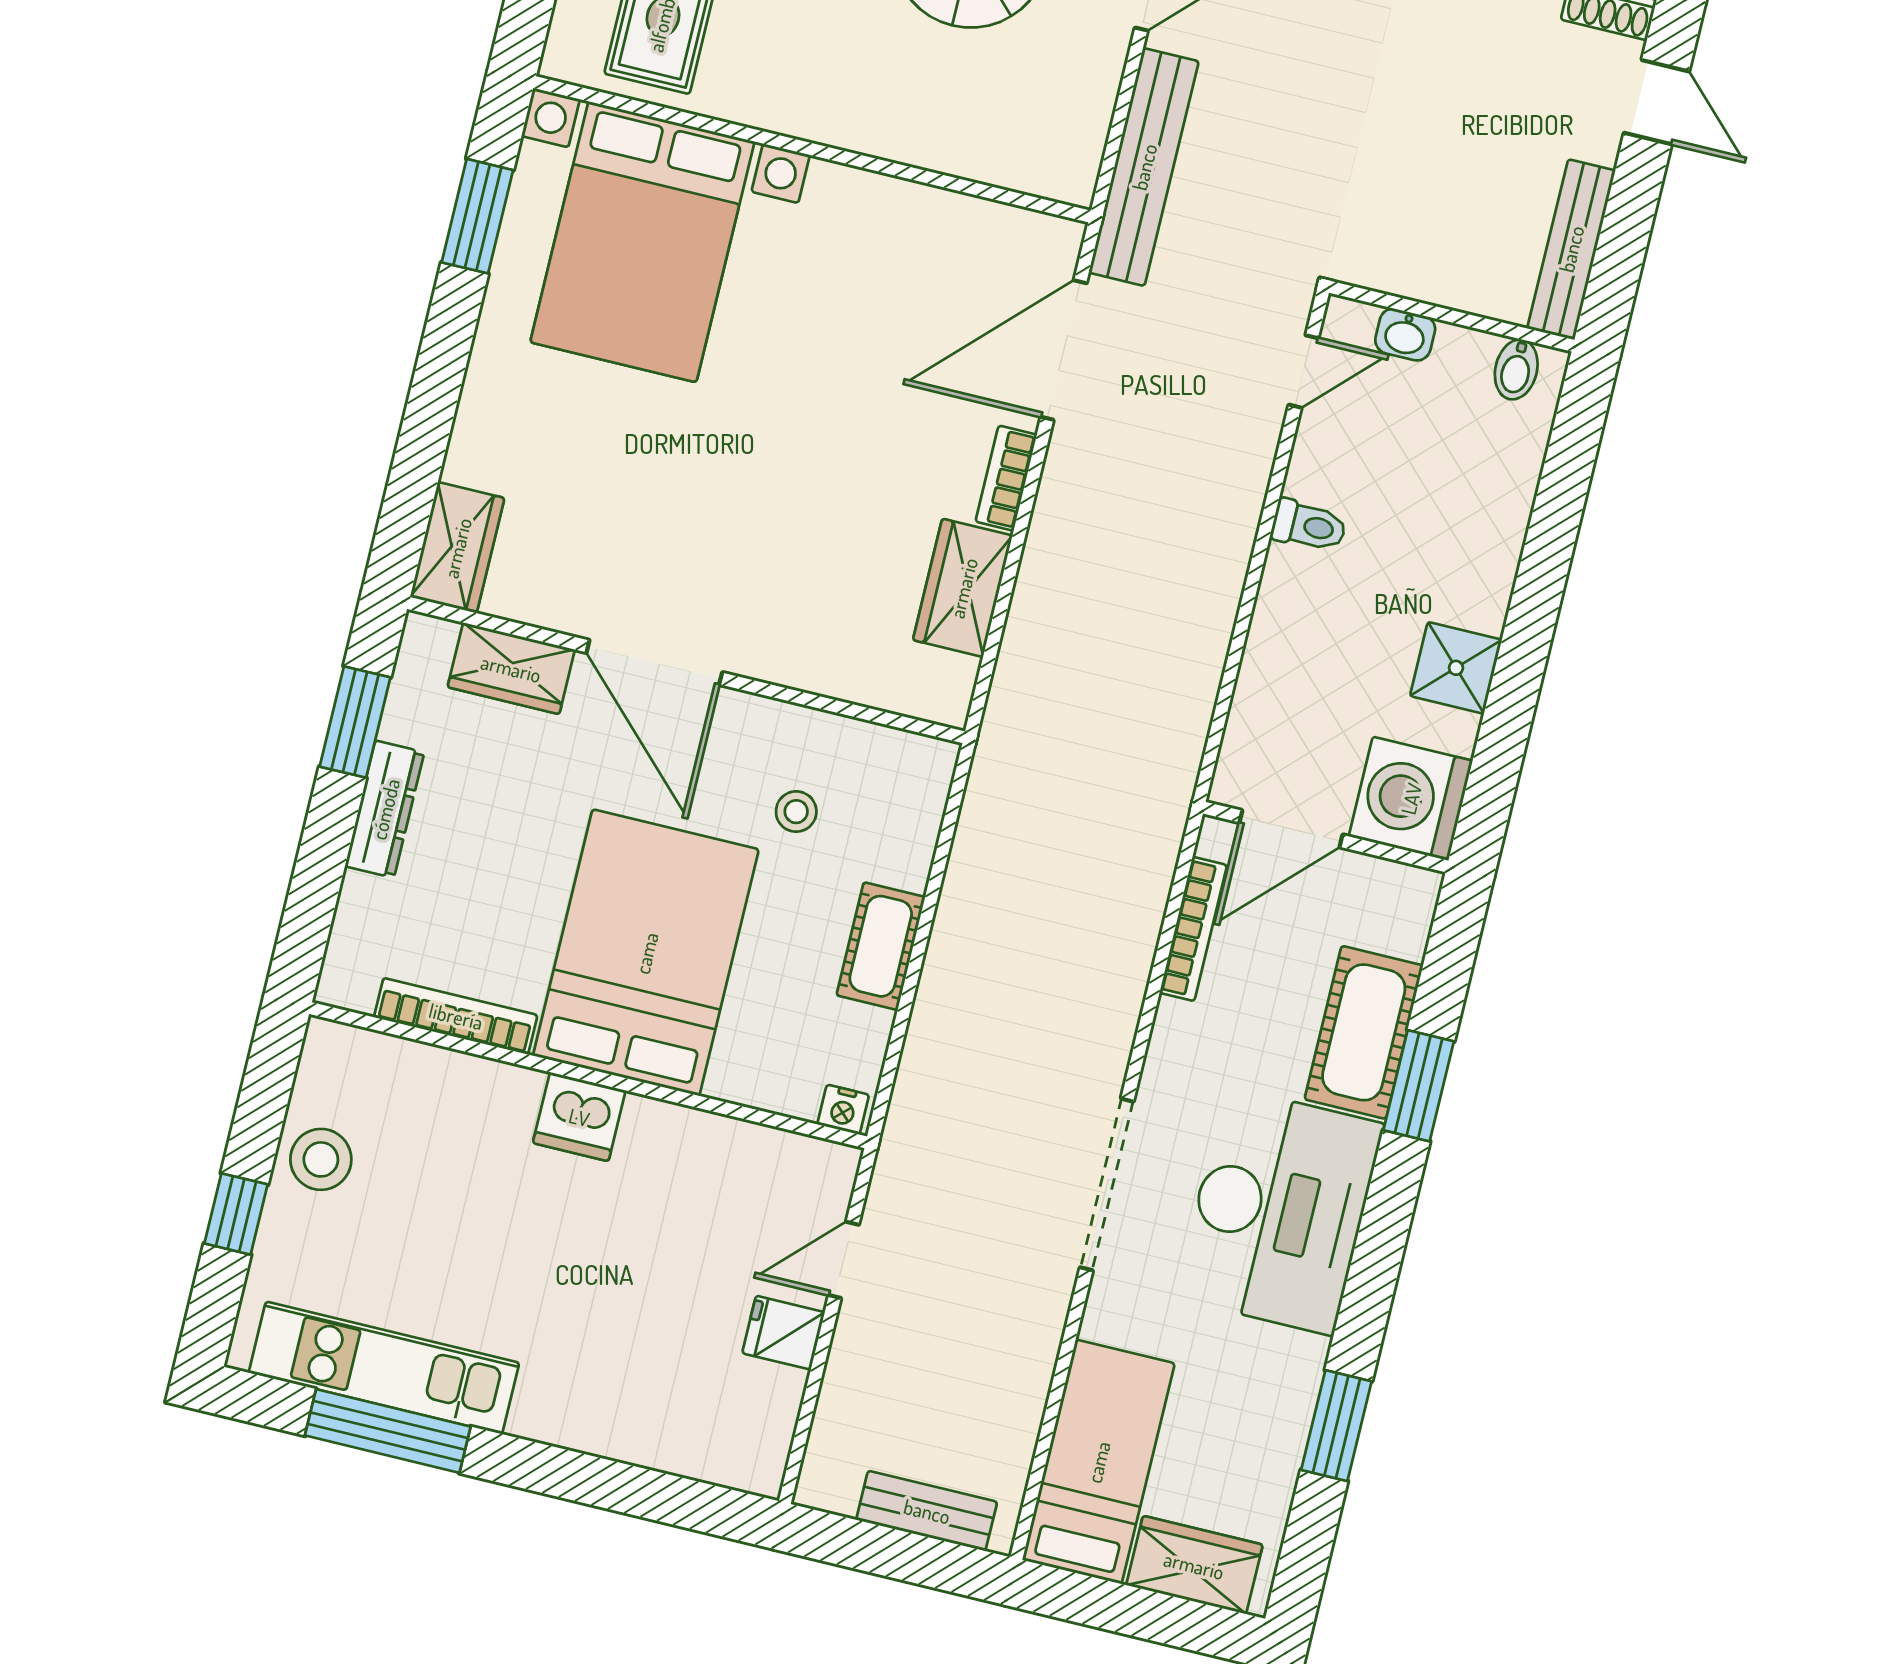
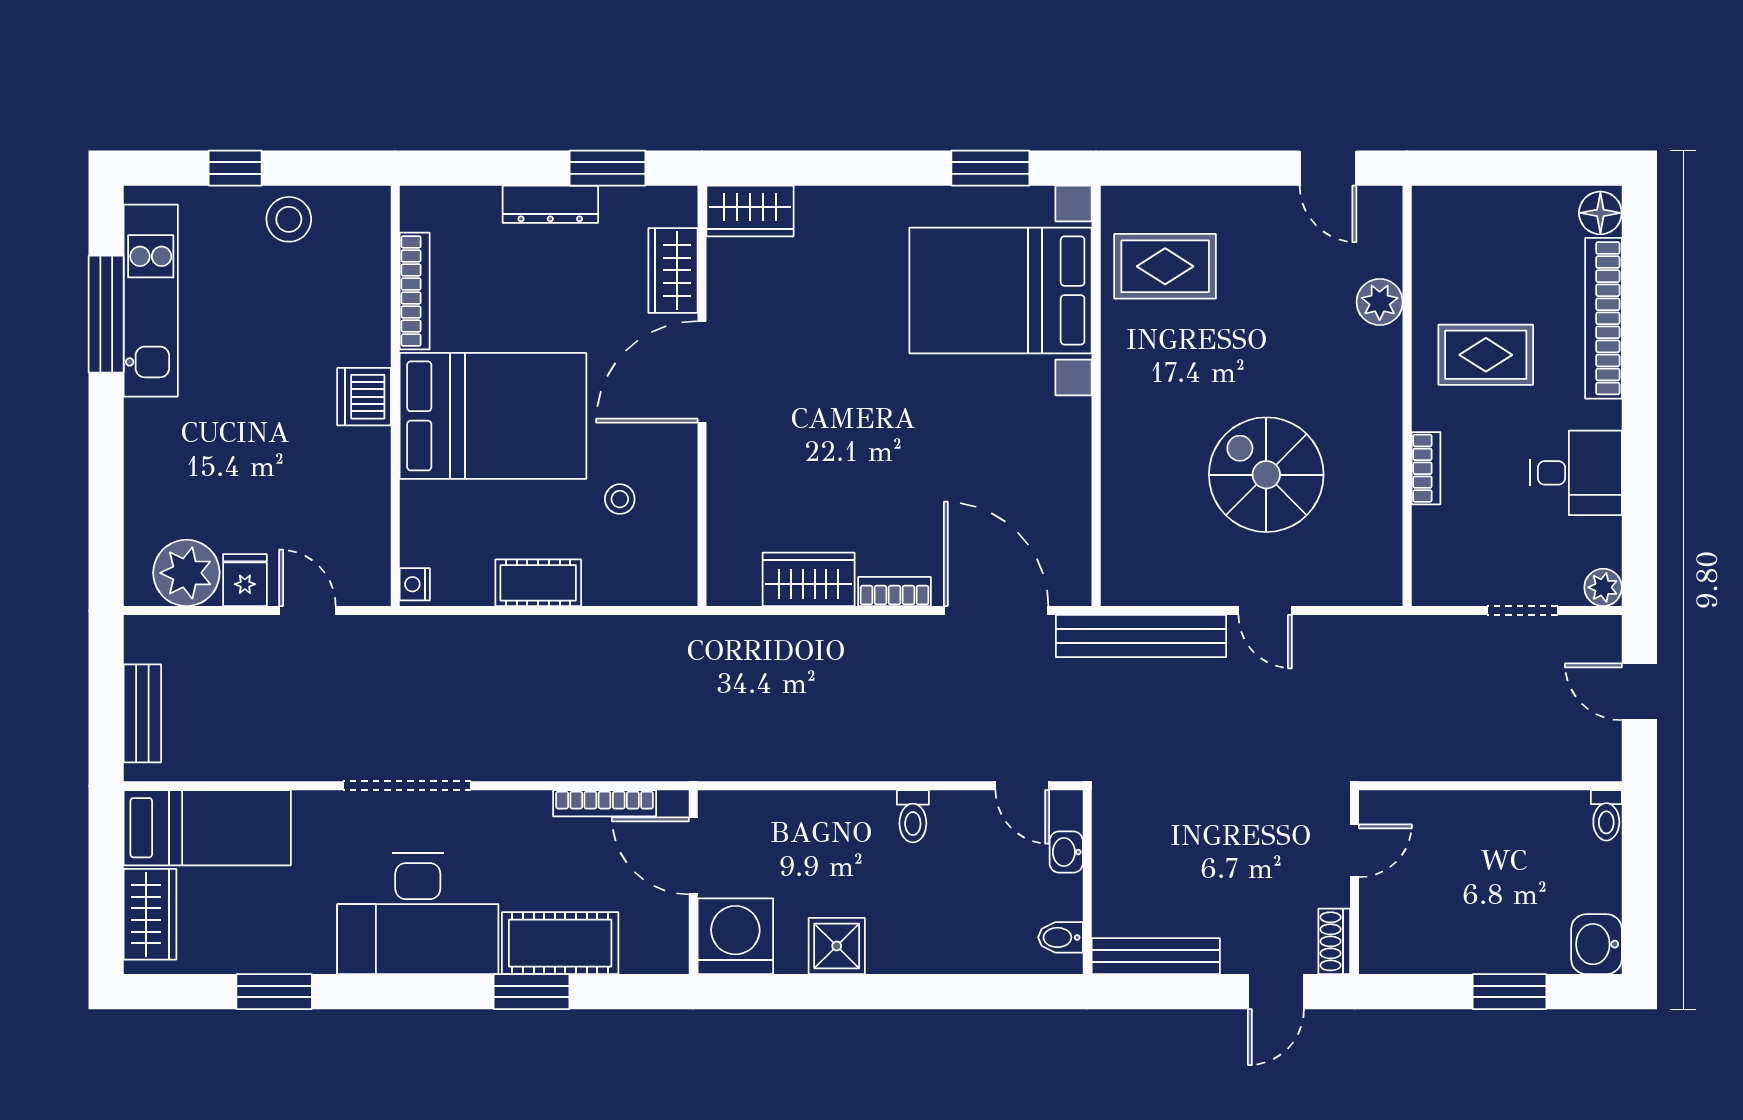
plant: (755, 1408) -> (186, 573), added

